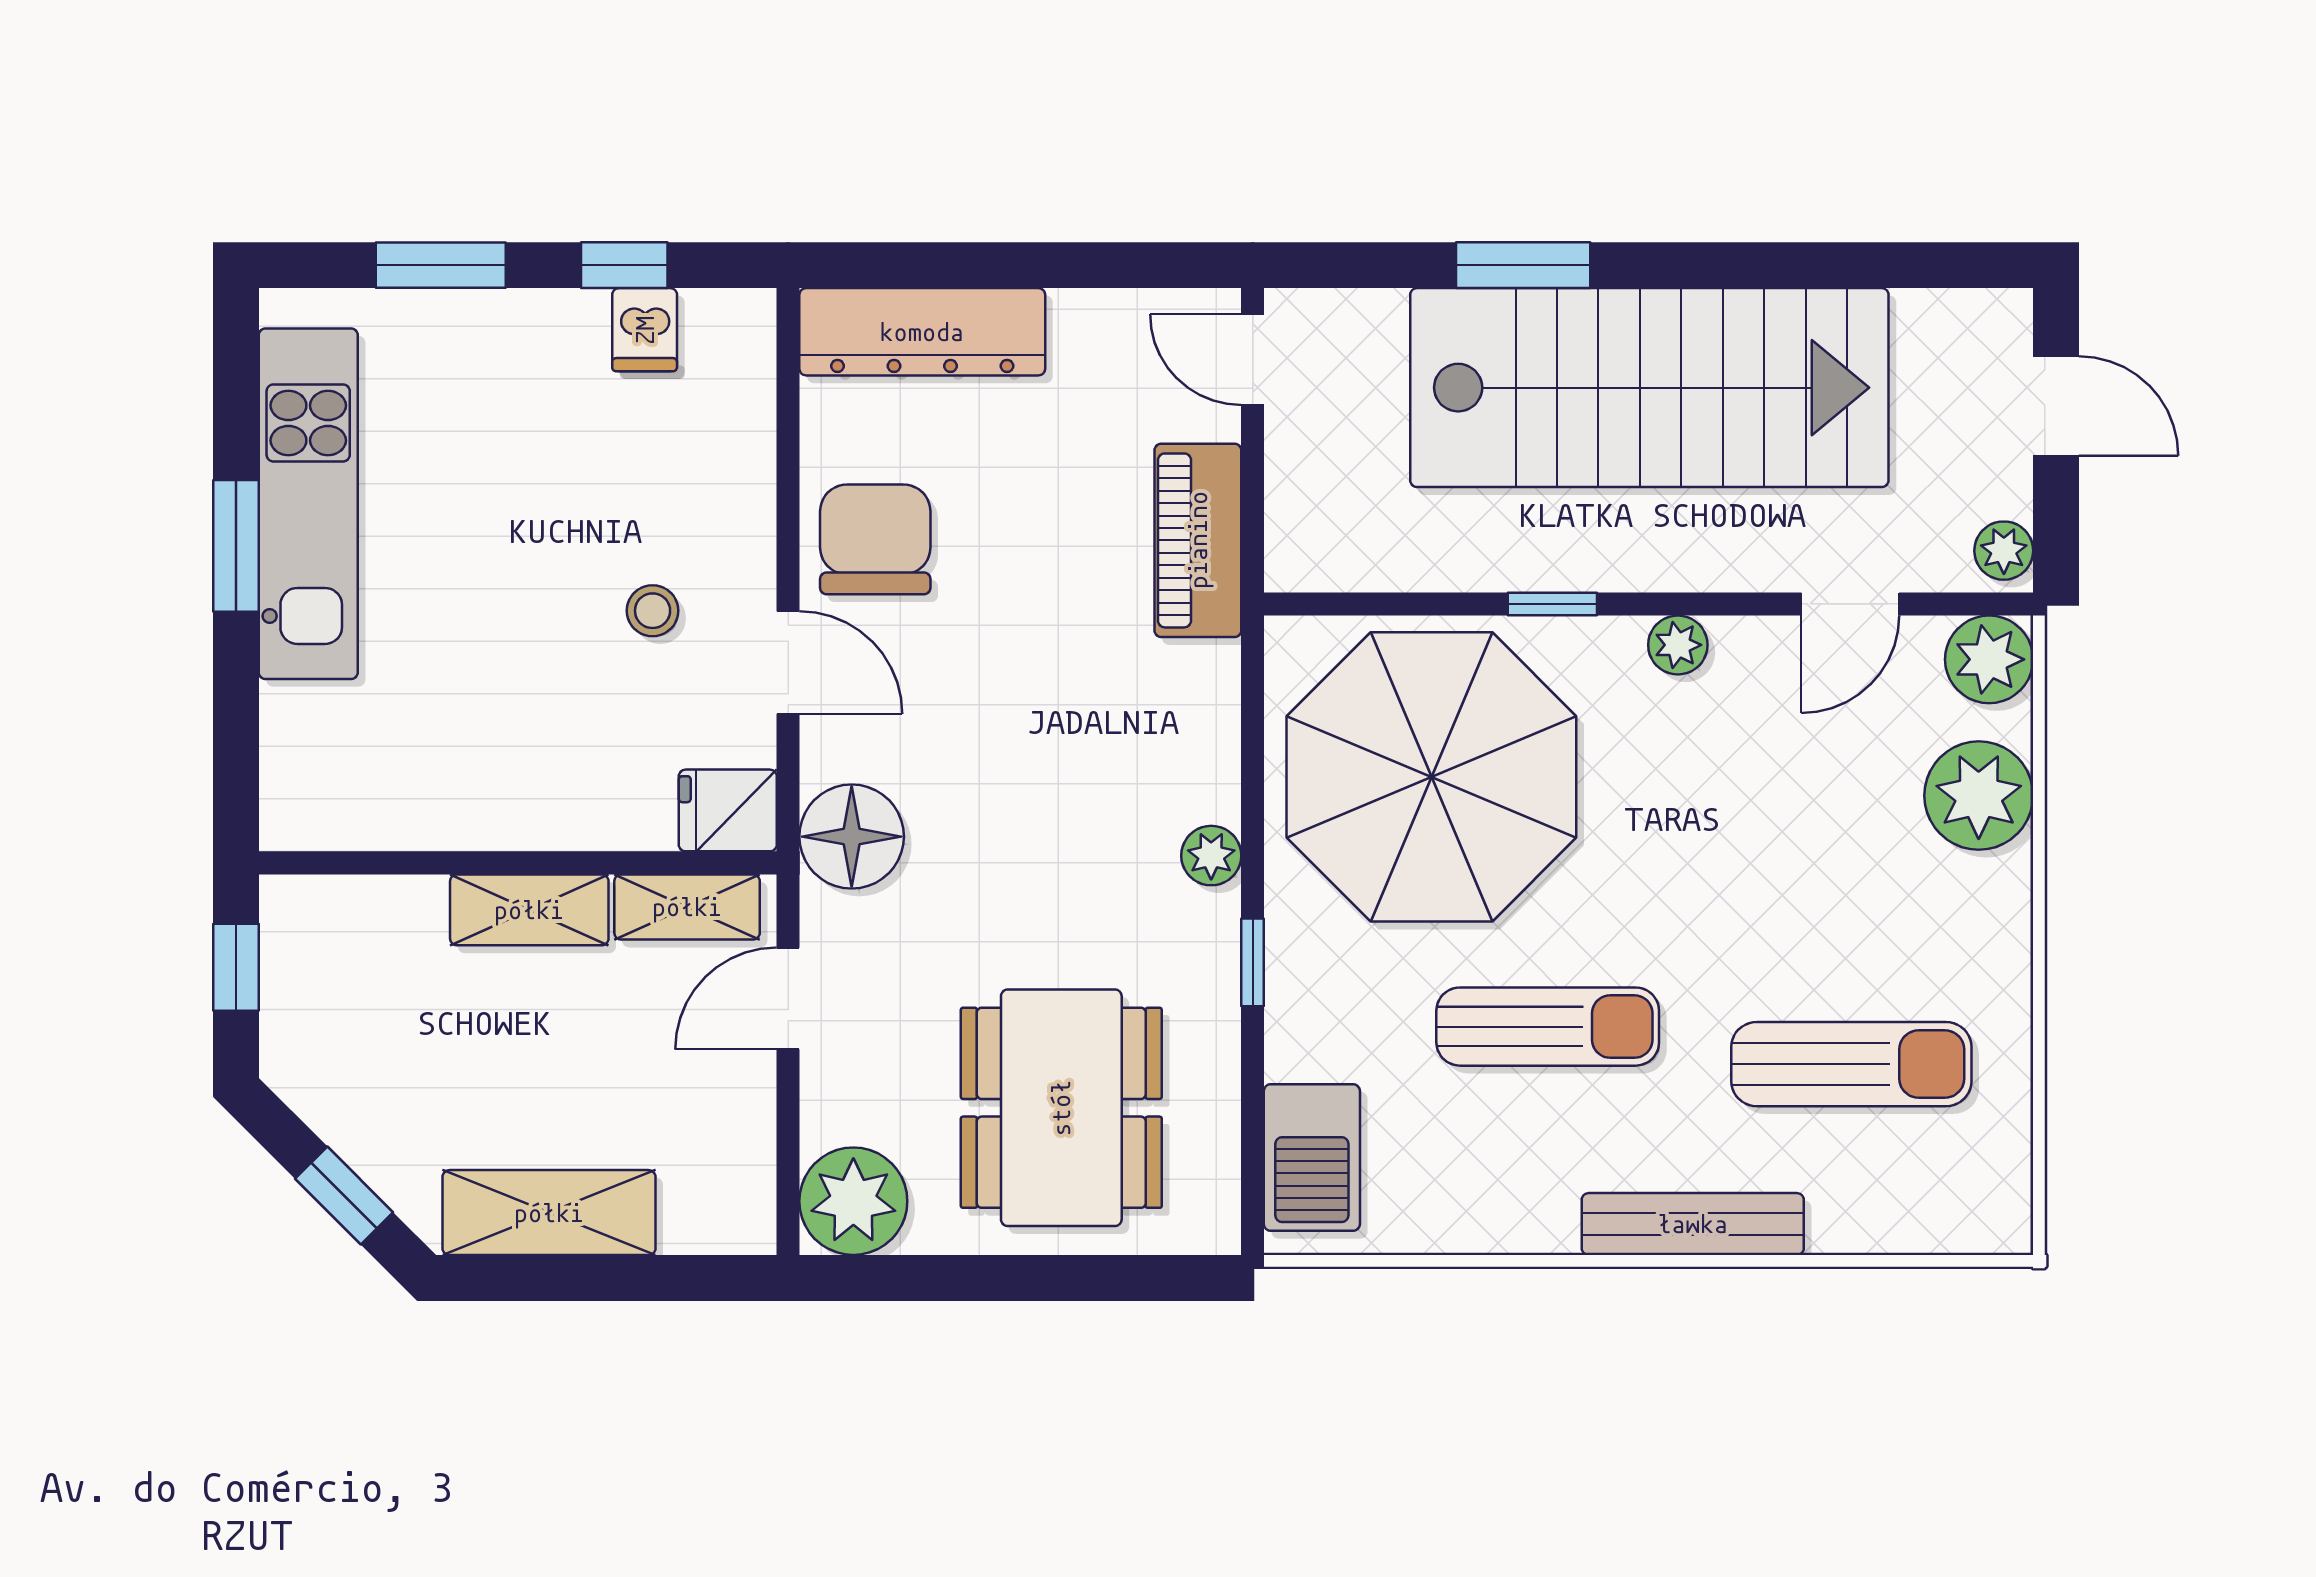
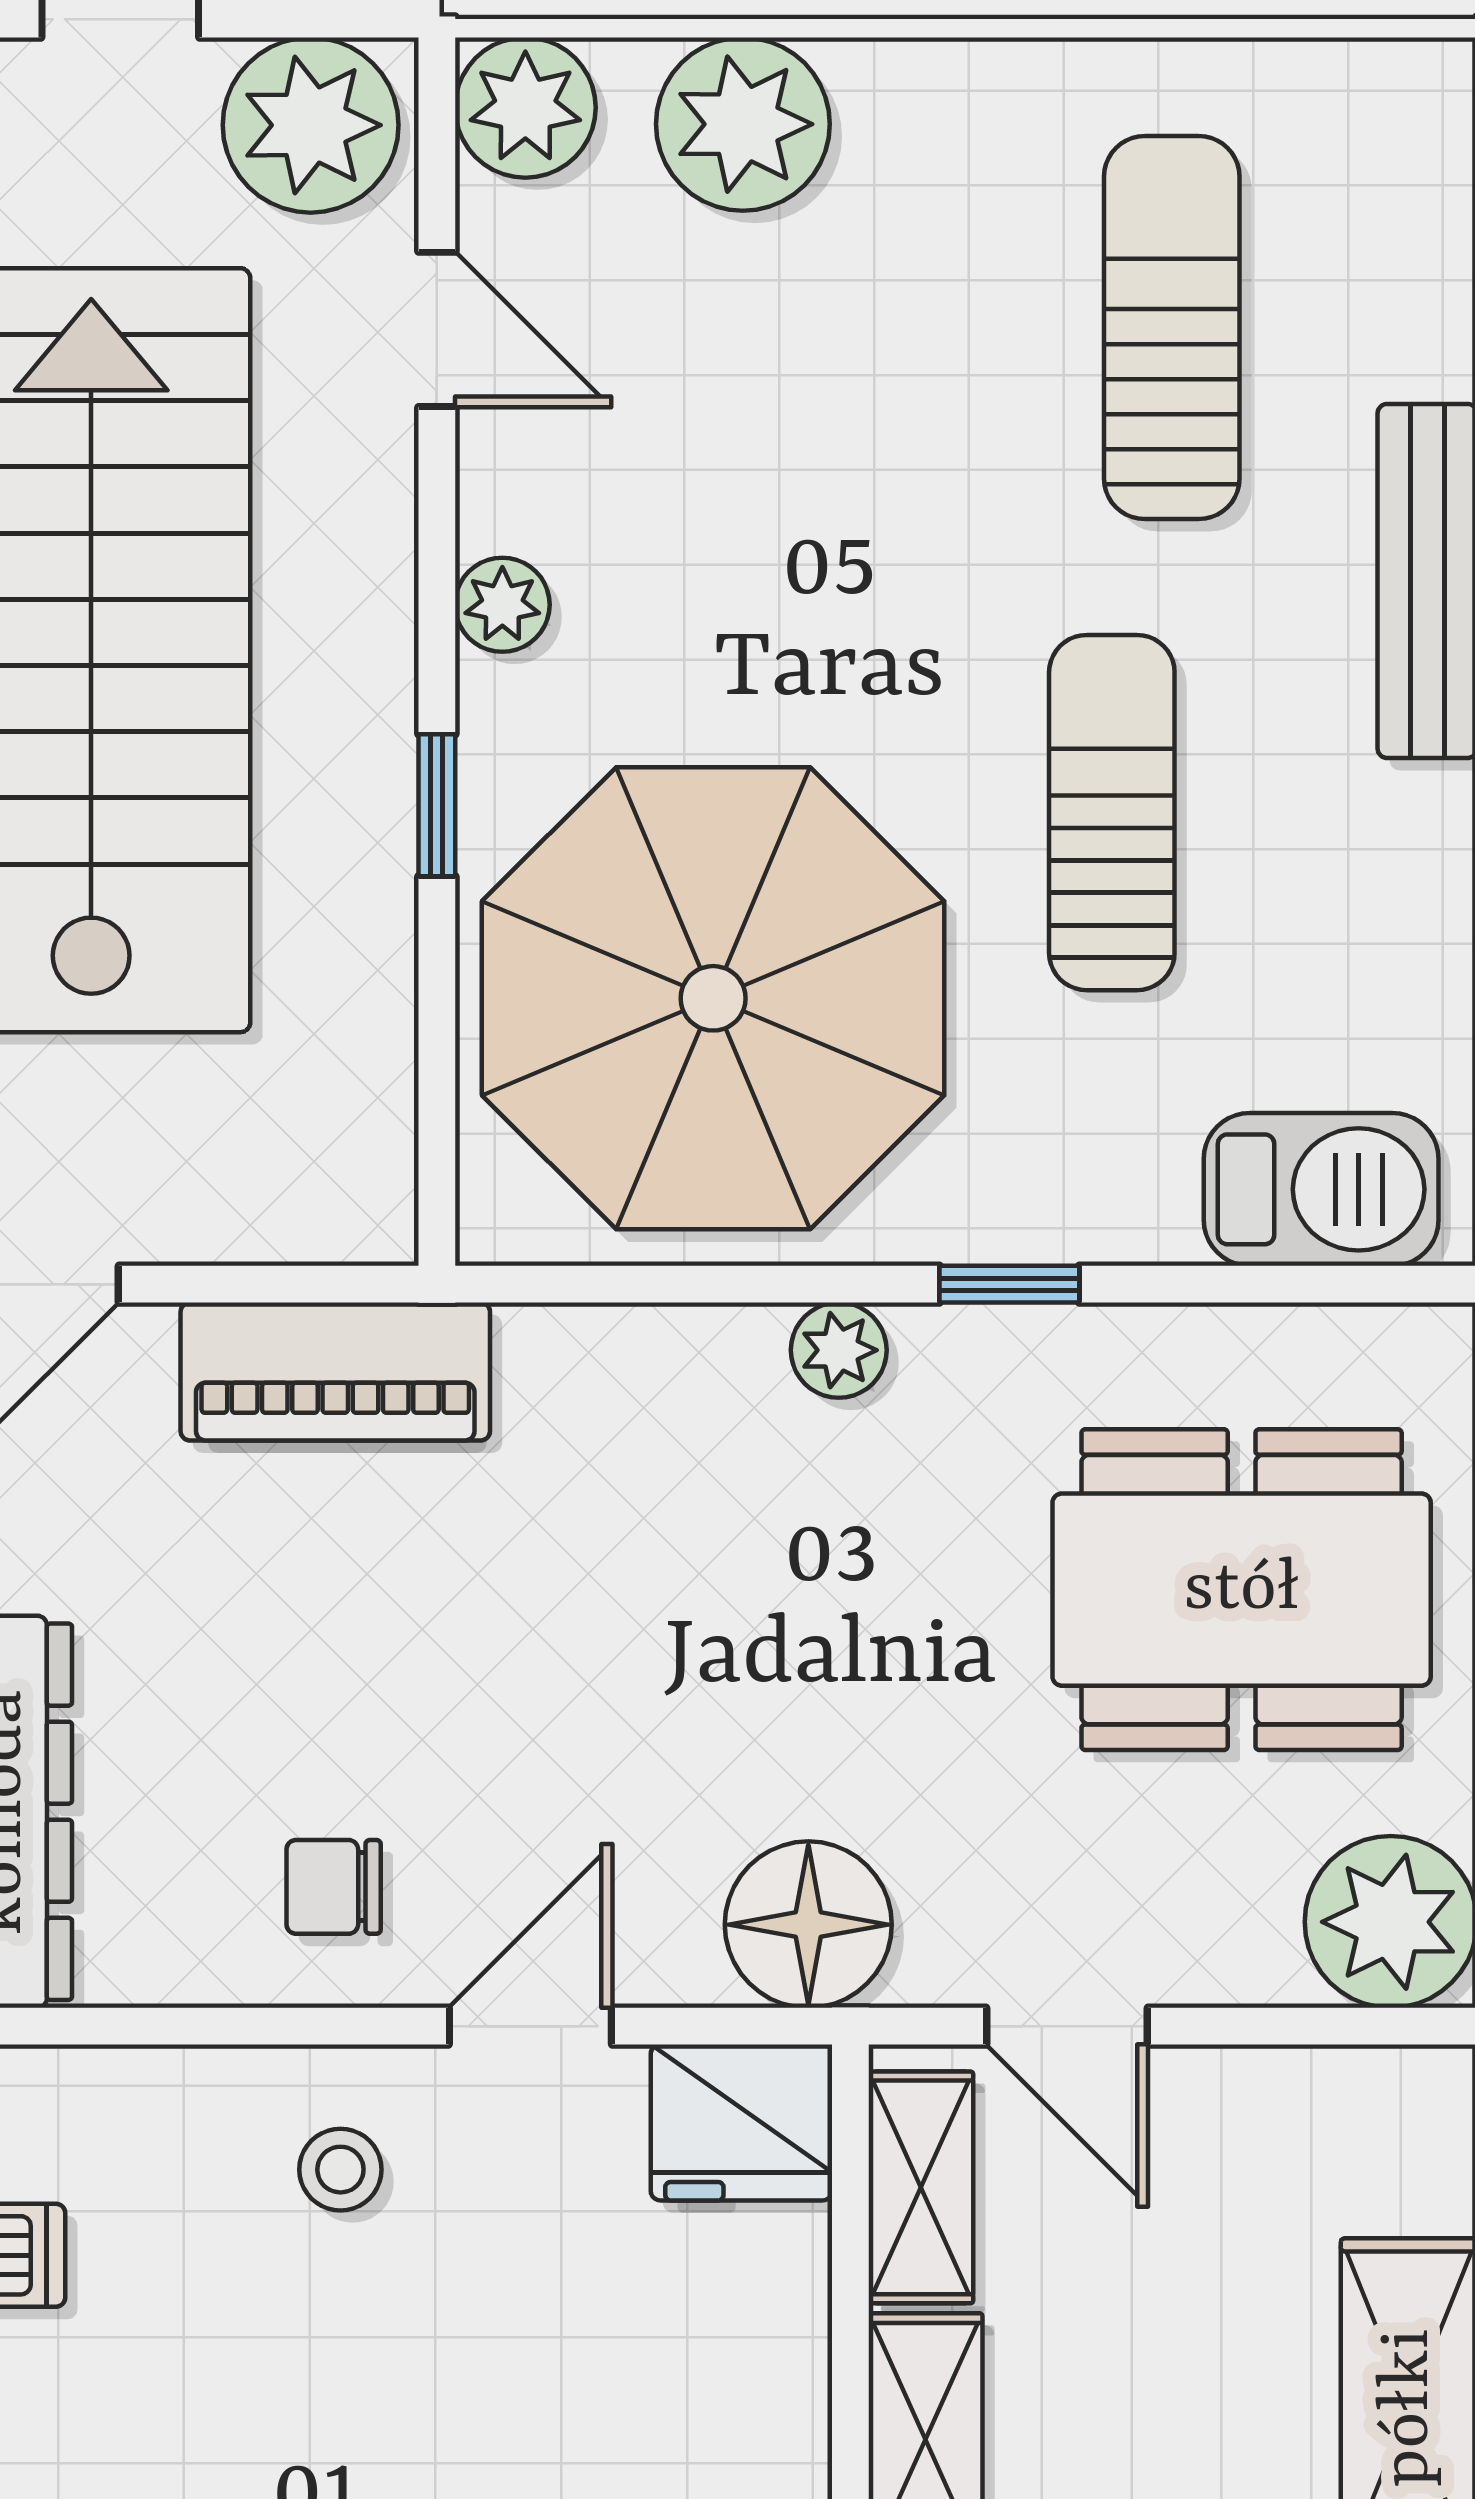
chair: (875, 539) -> (334, 1887), width x0.54, depth x0.54
plant: (2004, 551) -> (311, 125), width x1.88, depth x1.88
stool: (653, 611) -> (340, 2170), moved
fridge: (728, 810) -> (742, 2122), width x1.38

